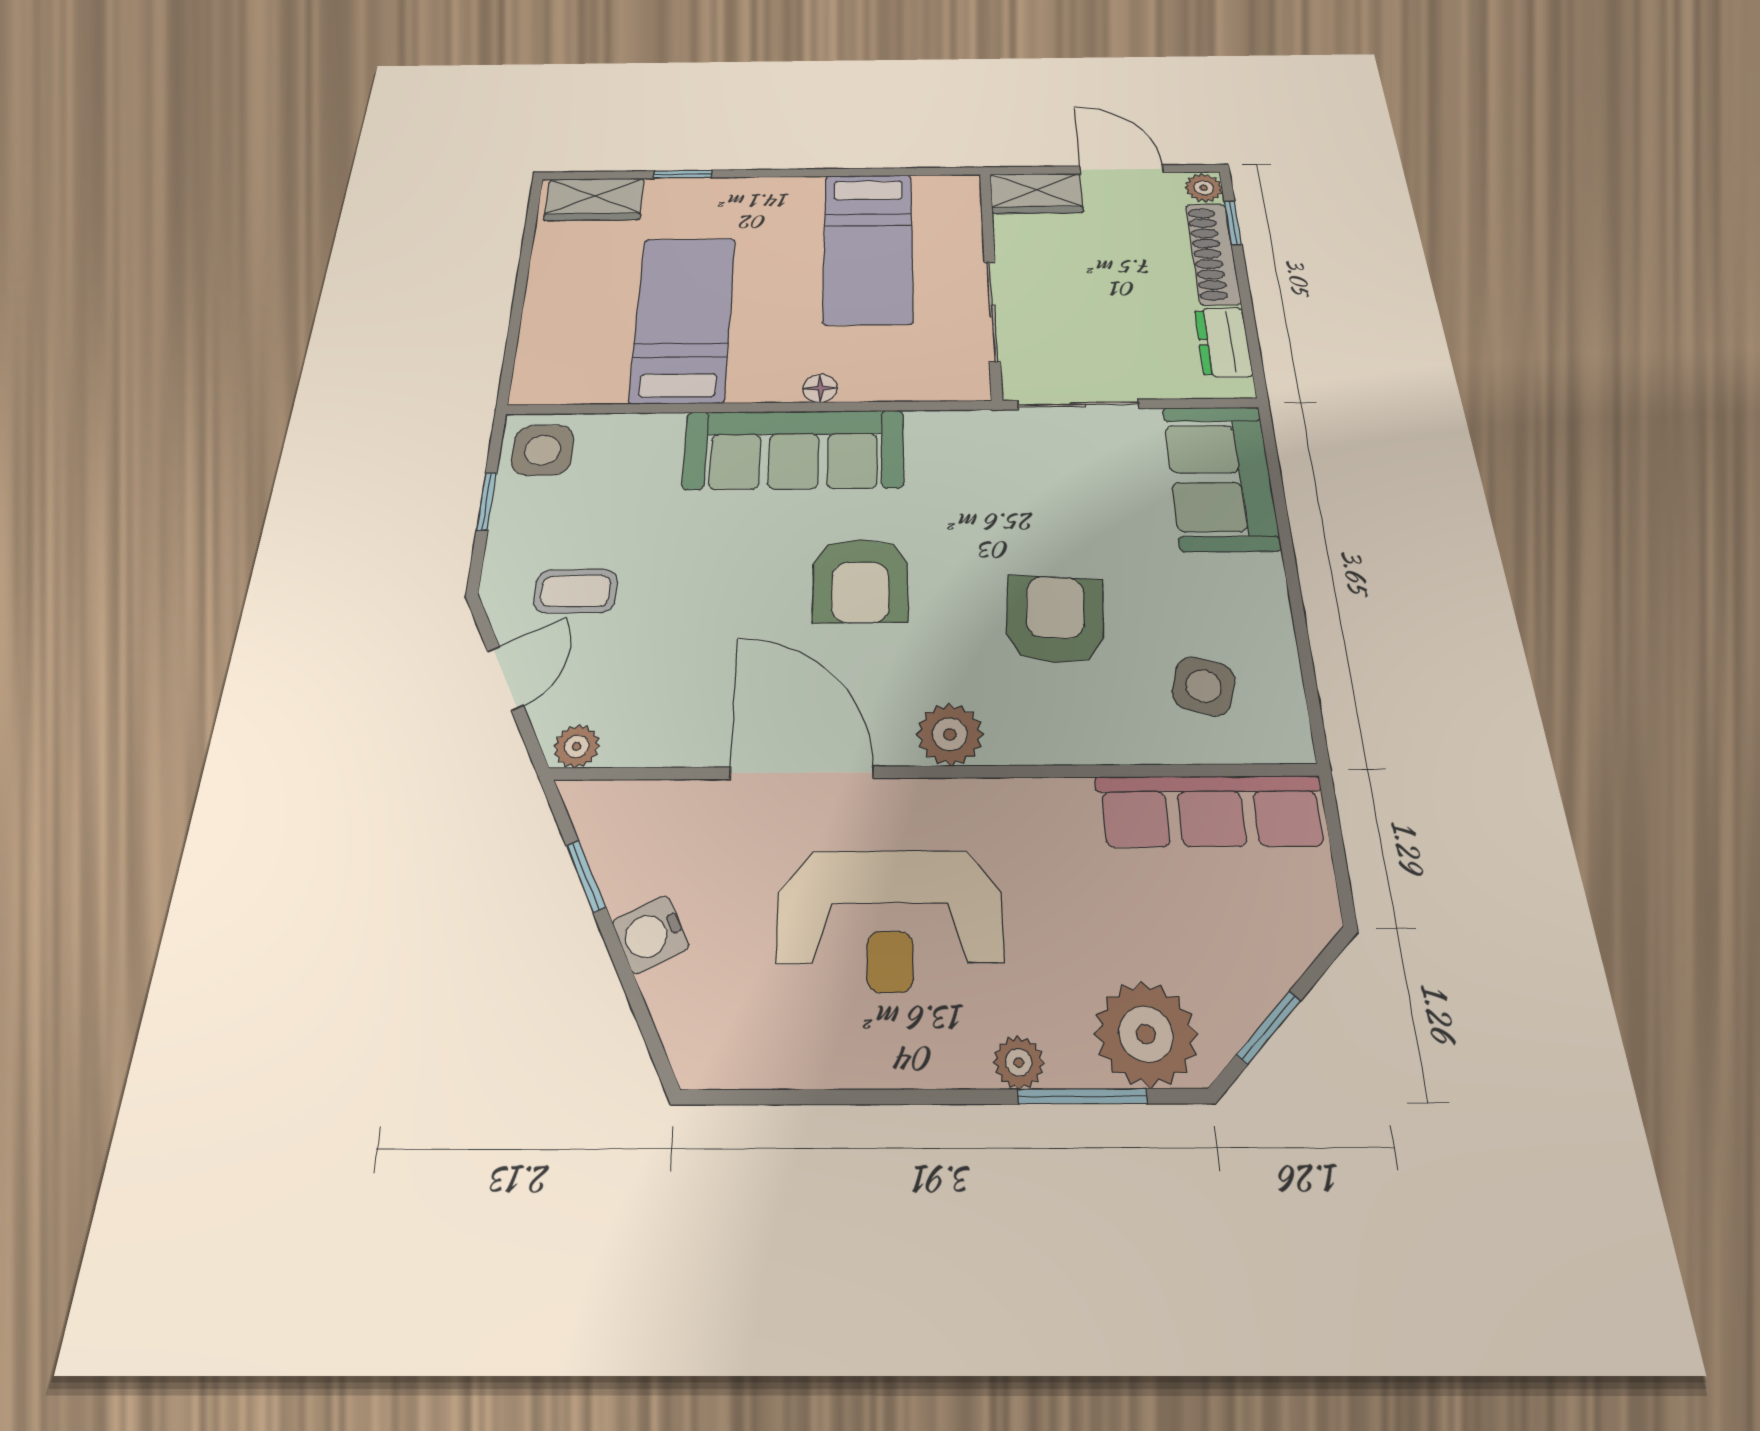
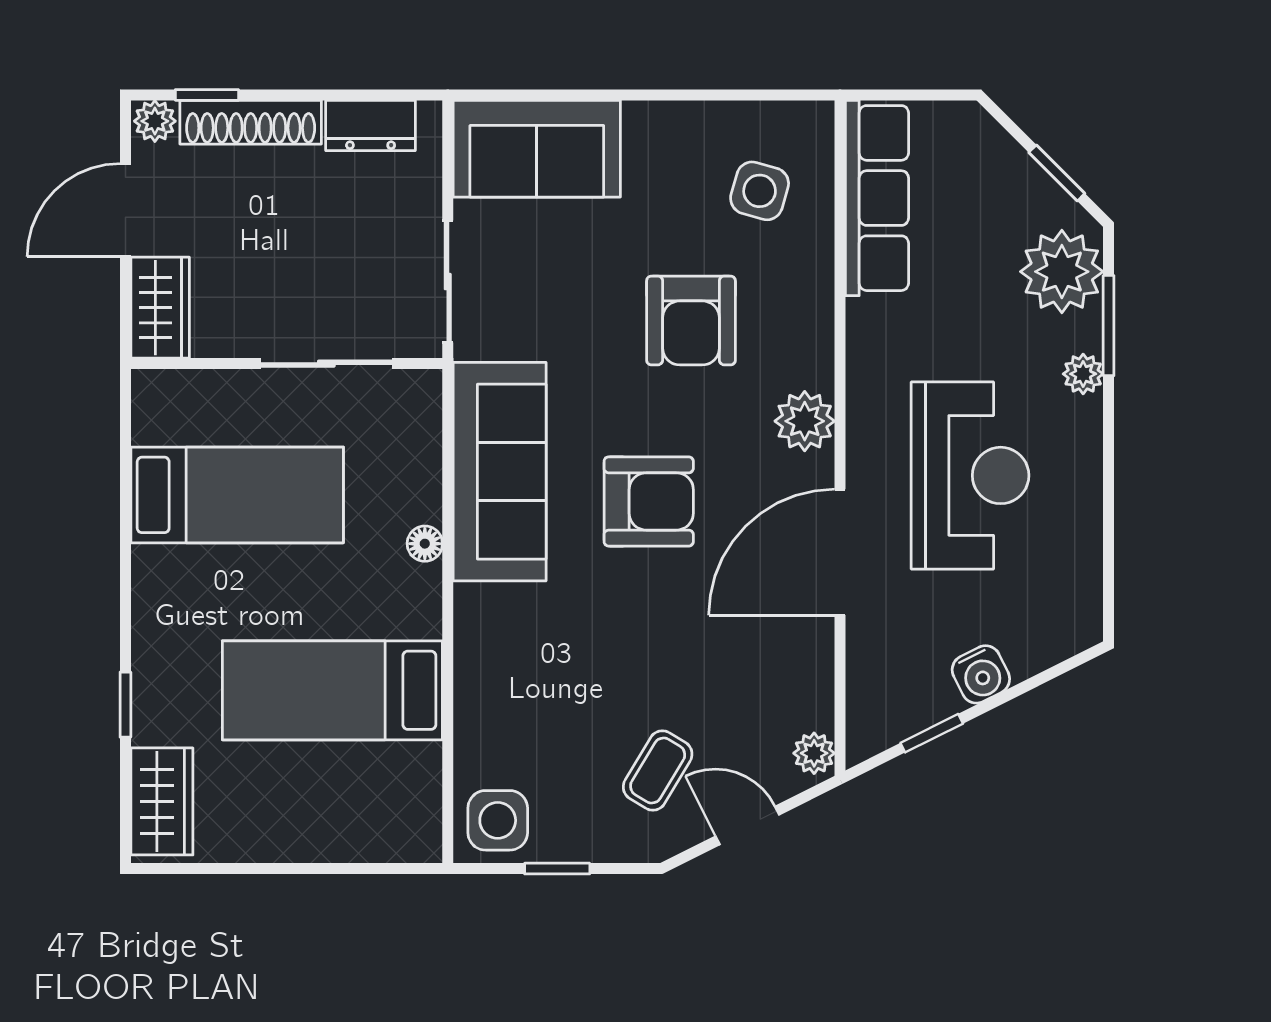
sofa: (794, 450) -> (500, 472), moved
coffee table: (576, 591) -> (658, 771), turned 31
armchair: (1055, 619) -> (691, 320), turned -94

